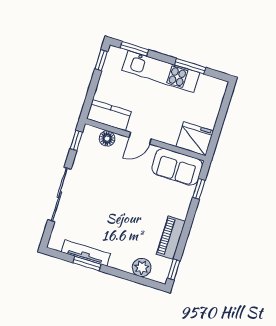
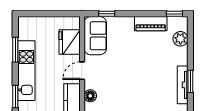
door: (140, 138) -> (82, 71), swing flipped
fridge: (195, 139) -> (70, 42), moved

